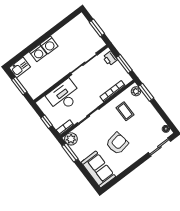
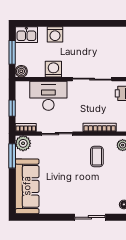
washing machine: (49, 45) -> (53, 69), moved, turned 180
boiler: (34, 93) -> (21, 71), added
armchair: (117, 143) -> (65, 182), removed
sliding door: (159, 147) -> (90, 217), moved
sofa: (98, 169) -> (27, 186), width x1.36

